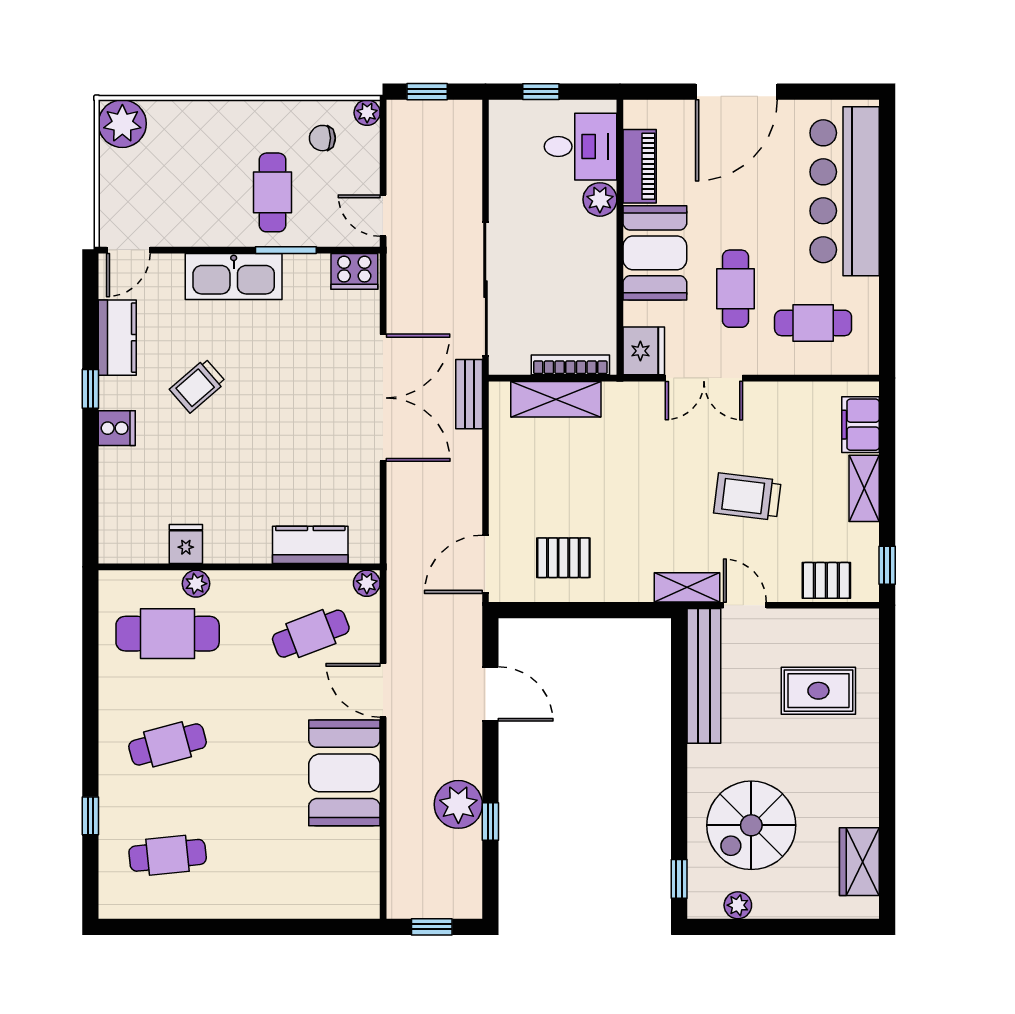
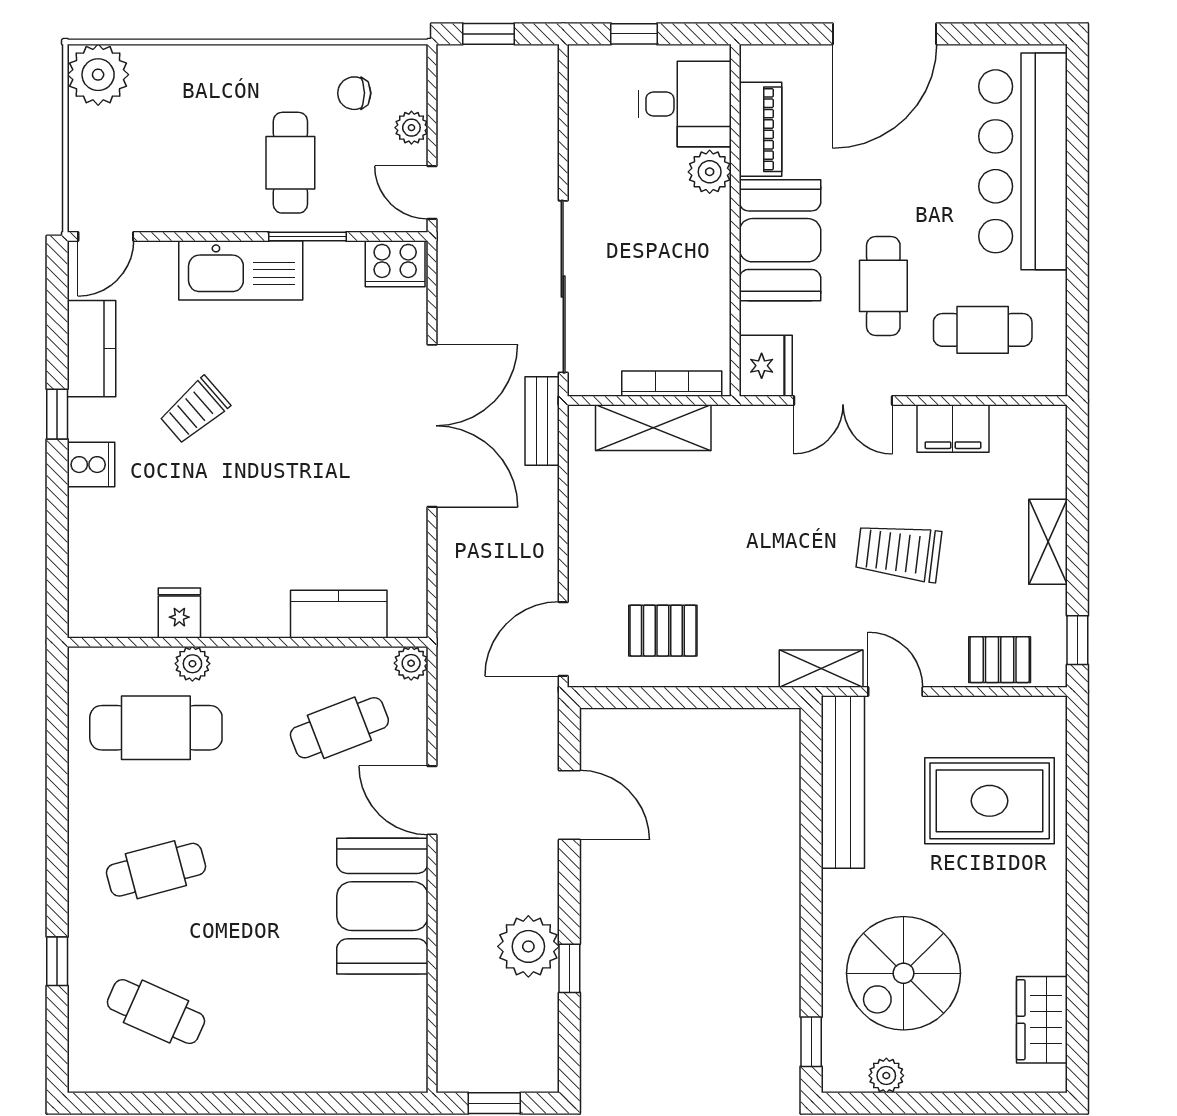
plant: (367, 113) -> (411, 128), moved
filing cabinet: (860, 425) -> (953, 428), moved, turned -90
rug: (818, 691) -> (990, 801), width x1.36, depth x1.43
cafe table: (168, 855) -> (156, 1012), turned 30

